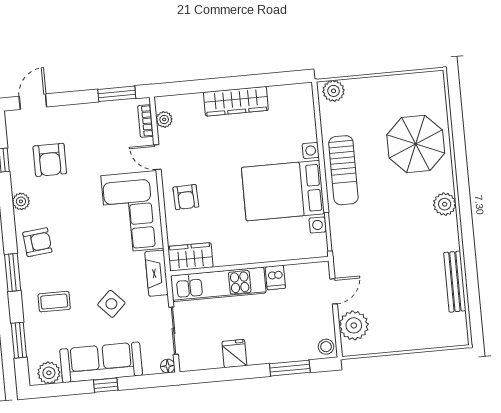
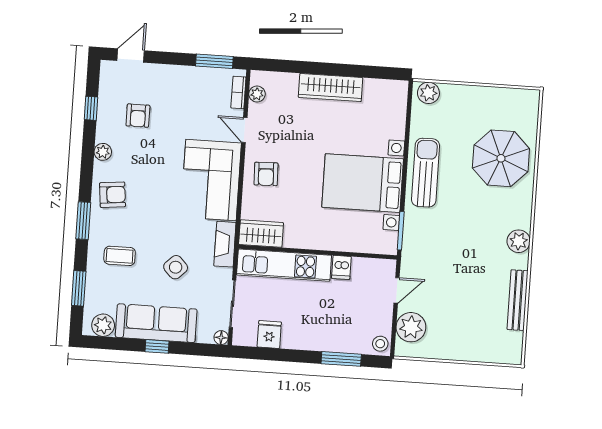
armchair: (50, 160) -> (138, 116), width x0.72, depth x0.72
sun lounger: (343, 170) -> (426, 173), turned 180
plant: (445, 204) -> (519, 241), moved
fridge: (234, 354) -> (269, 334), moved

